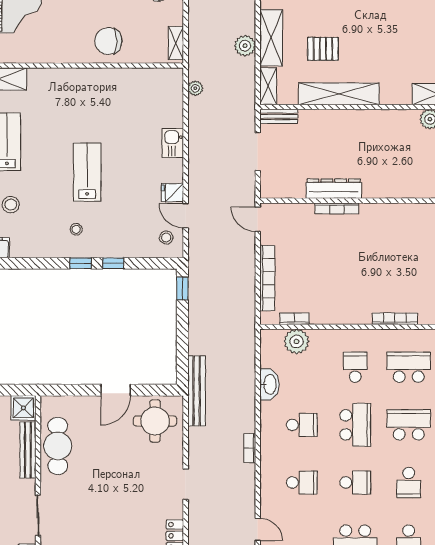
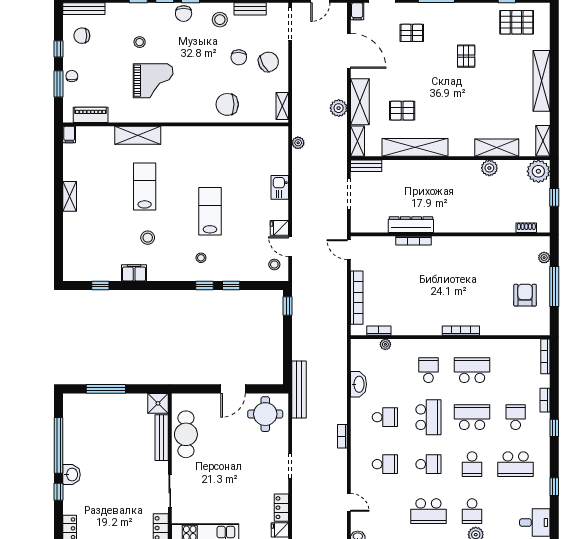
plant: (297, 341) -> (385, 344), width x0.53, depth x0.53

